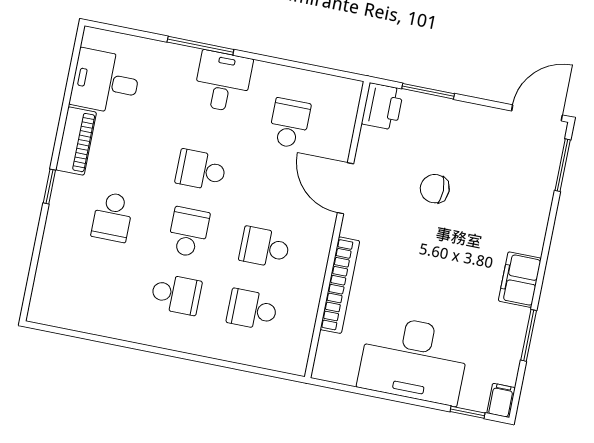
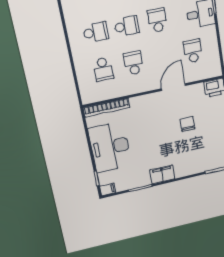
school desk: (289, 123) -> (193, 51), turned -90
bookcase: (340, 285) -> (107, 108), moved
school desk: (176, 294) -> (96, 32), turned -90
school desk: (252, 309) -> (103, 69), turned 180

